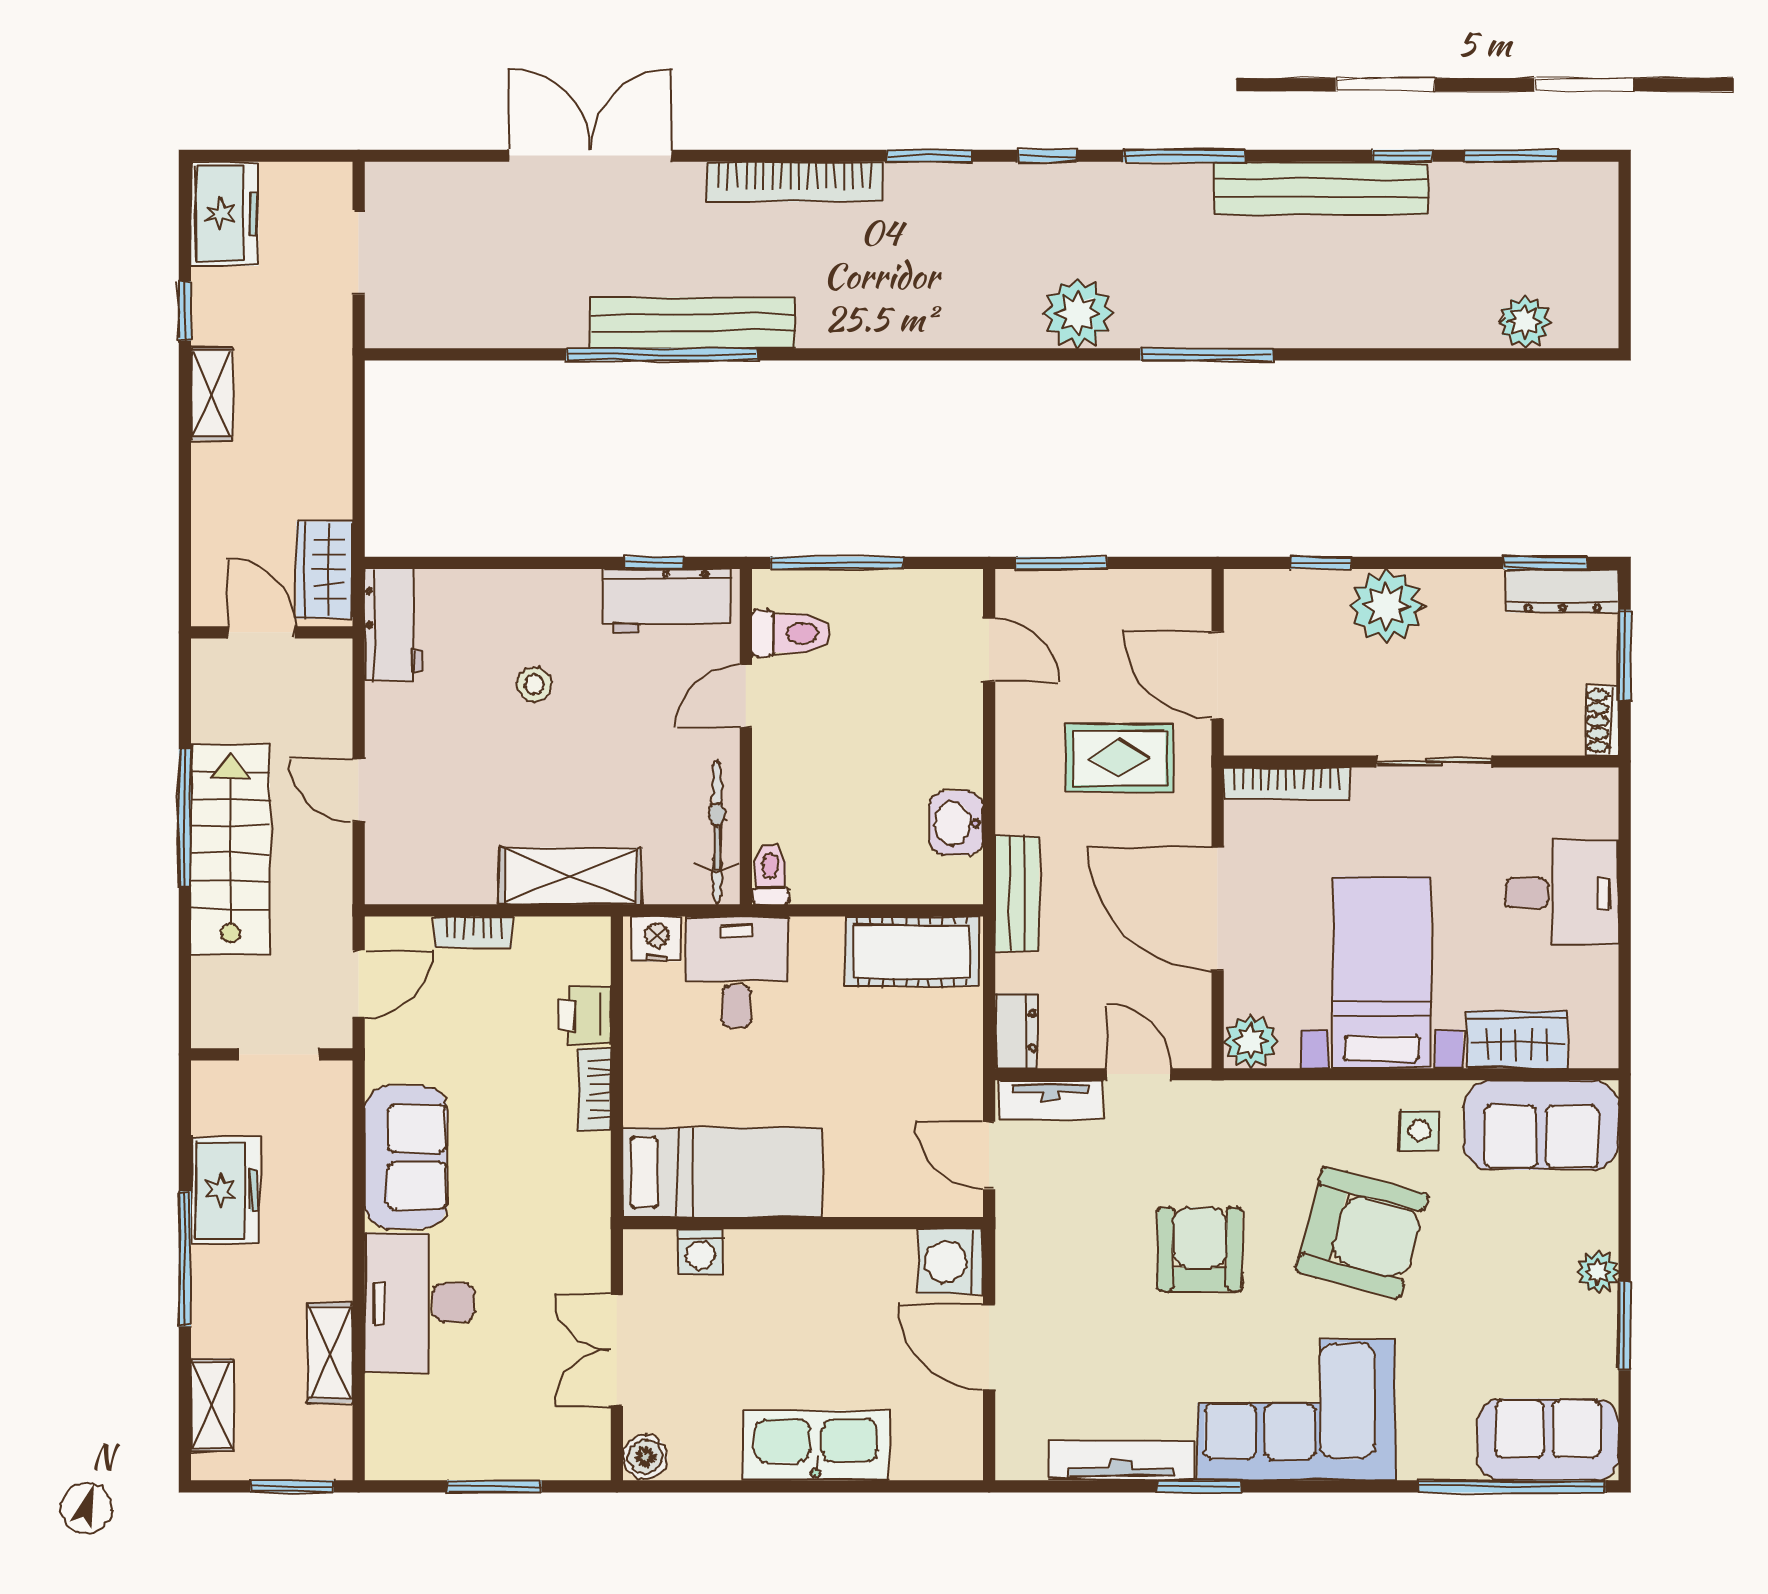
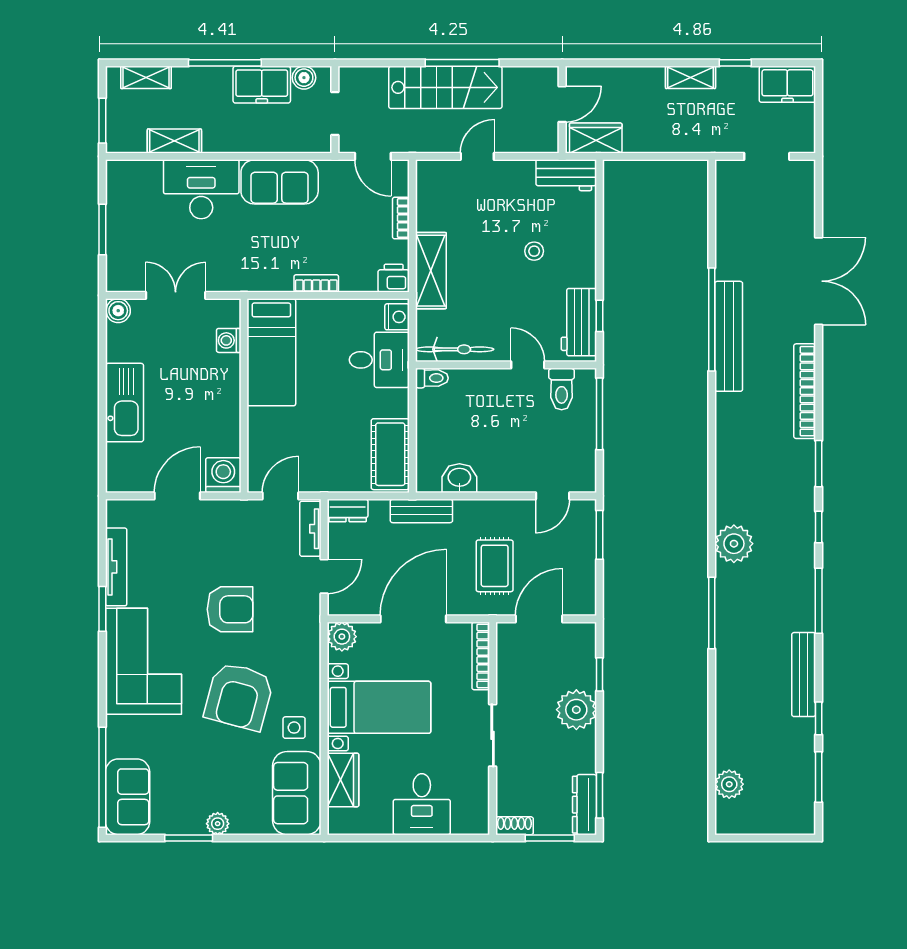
bench: (1321, 188) -> (804, 675), width x0.73, depth x0.82
printer: (585, 1015) -> (394, 278), moved
boiler: (212, 1112) -> (304, 78), added

